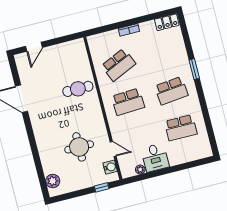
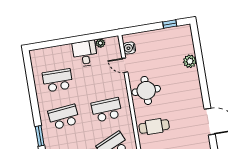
round table: (79, 147) -> (146, 90), moved
plant: (53, 181) -> (190, 61), moved
window: (102, 187) -> (170, 24), moved

